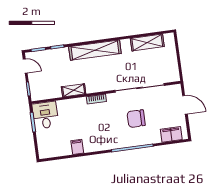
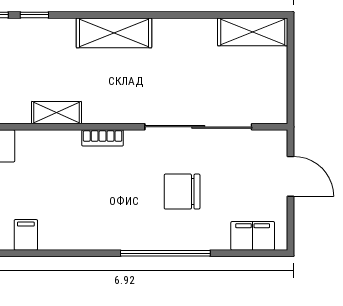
shelving: (147, 42) -> (253, 32), moved
shelving: (95, 50) -> (114, 33), width x0.68
filing cabinet: (77, 147) -> (26, 235), moved

